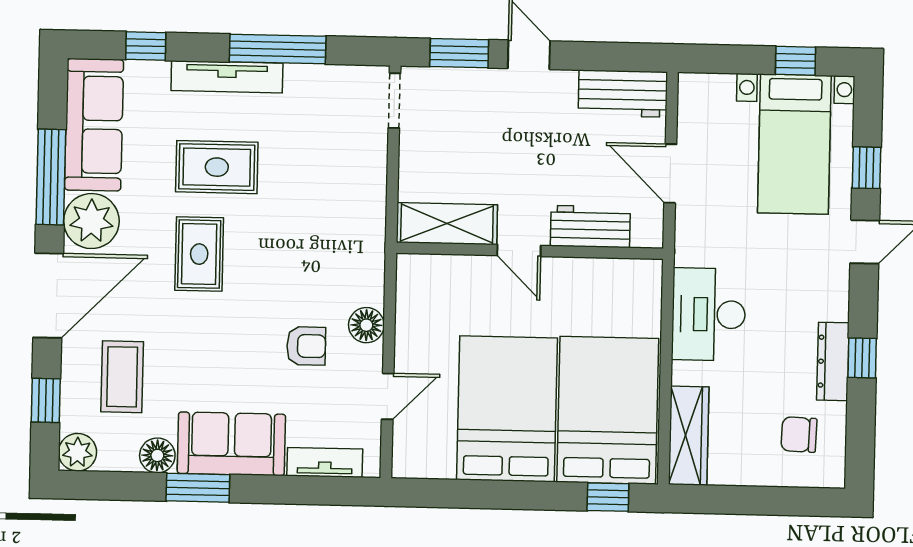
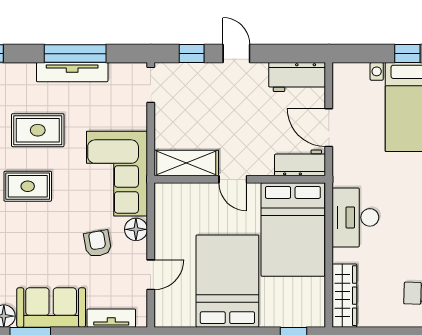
window: (459, 53) -> (192, 54), width x0.67
tv unit: (227, 77) -> (72, 72), moved
workbench: (590, 227) -> (300, 163), moved
corner sofa: (339, 238) -> (117, 174), added
rug: (199, 254) -> (28, 186), turned 90
armchair: (306, 346) -> (98, 244), turned -100
bed: (608, 410) -> (293, 230), moved, turned 180

